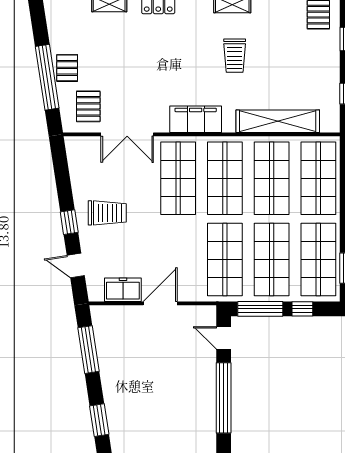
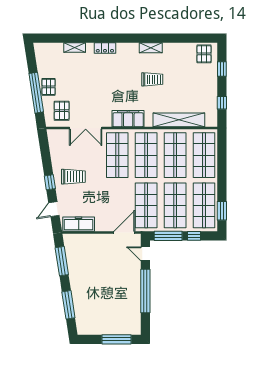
trolley: (235, 56) -> (152, 79), turned -90
door: (76, 266) -> (54, 209), hinge flipped
freezer: (123, 290) -> (79, 224), width x1.40
door: (160, 303) -> (124, 233), moved
window: (99, 420) -> (68, 305), width x1.44

